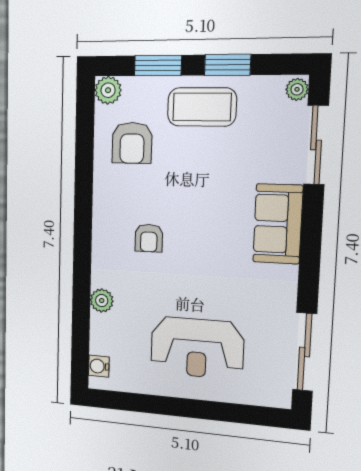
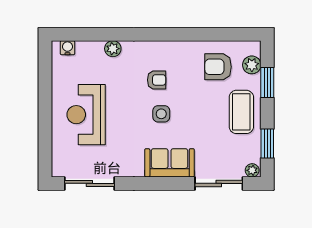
window: (227, 65) -> (267, 144), moved
plant: (108, 90) -> (252, 65), moved
side table: (200, 233) -> (161, 114), added
armchair: (149, 238) -> (157, 80), turned 180

